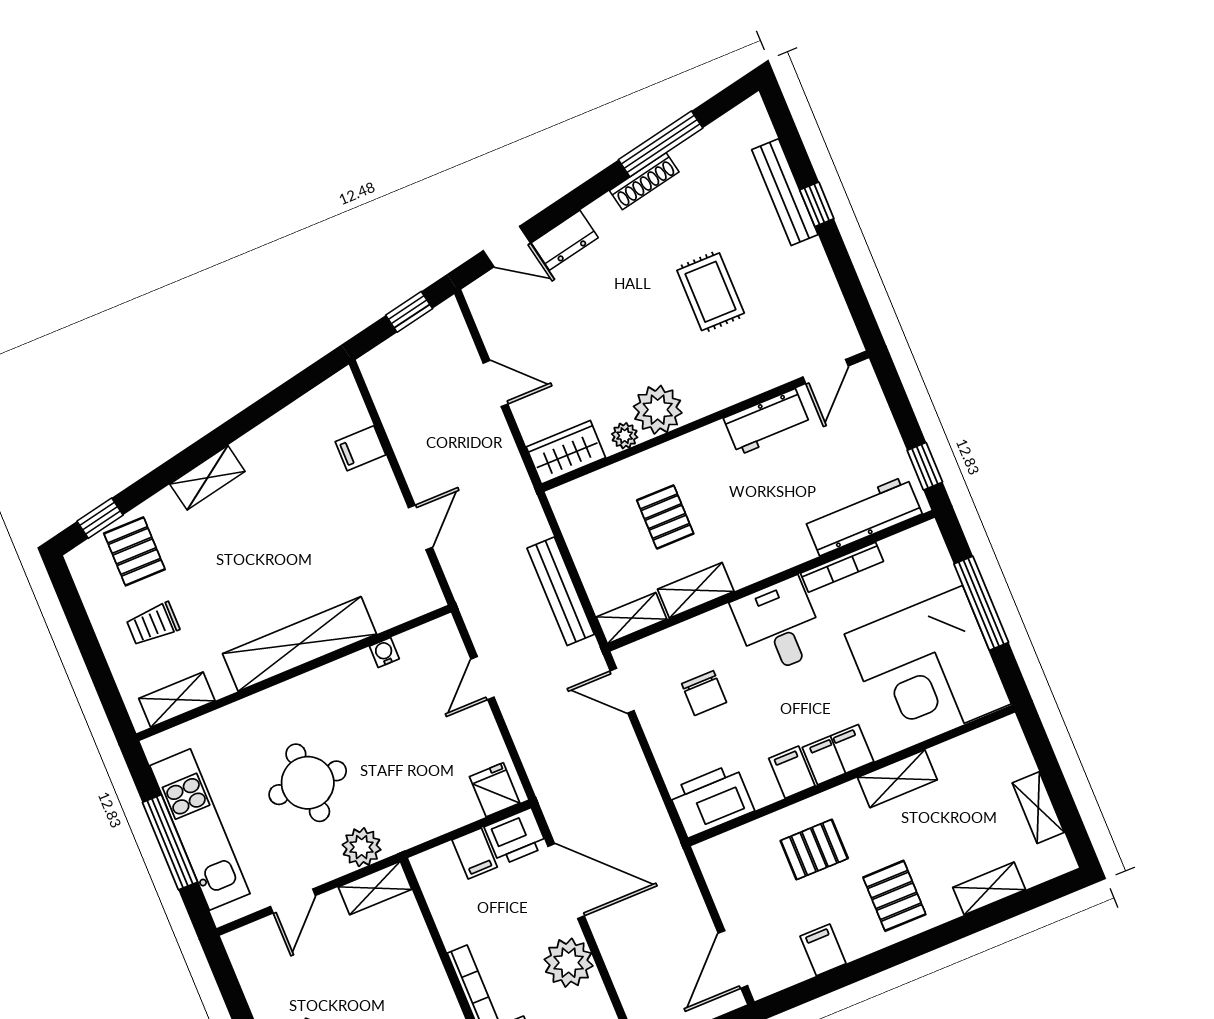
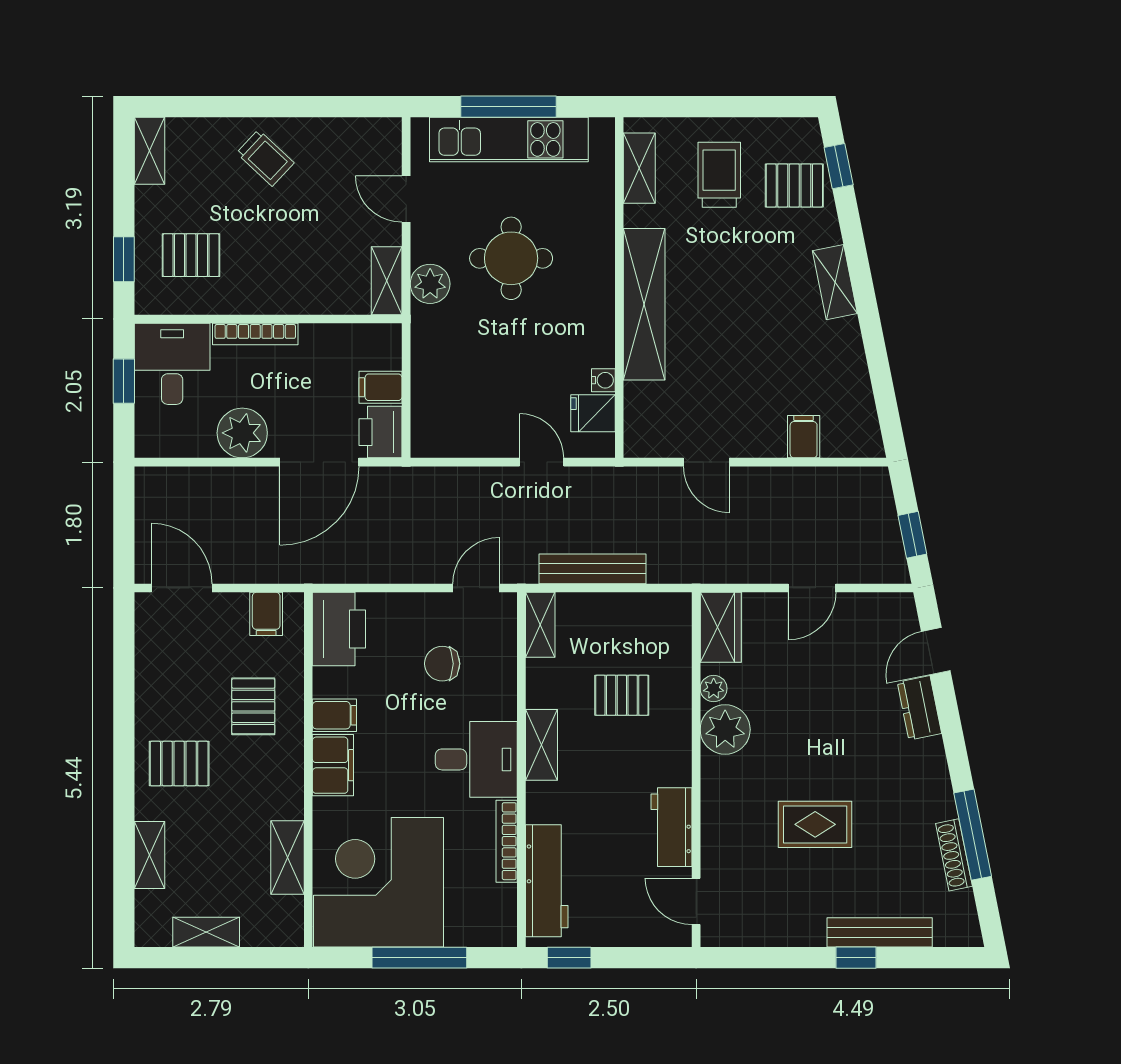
shoe rack: (644, 181) -> (954, 855), moved
shelving: (696, 590) -> (542, 745), moved
trolley: (153, 624) -> (719, 175), width x1.36, depth x1.39
shelving: (897, 779) -> (288, 858), moved
fridge: (495, 790) -> (593, 413), moved, turned 180
filing cabinet: (823, 950) -> (266, 614), moved, turned 90

